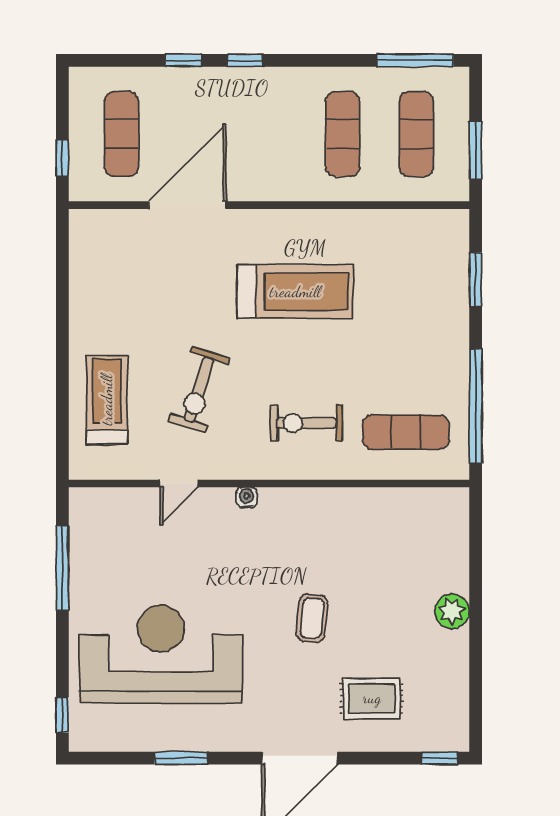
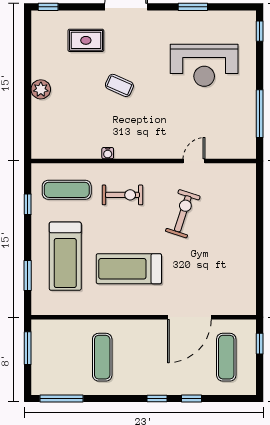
exercise mat: (416, 134) -> (61, 357), removed
treadmill: (107, 400) -> (65, 256), moved, width x1.37, depth x1.38
window: (476, 406) -> (28, 204), width x0.32
water cooler: (247, 497) -> (108, 153), moved
coffee table: (312, 618) -> (119, 85), turned -72
reception desk: (161, 654) -> (204, 65), width x0.74, depth x0.77

